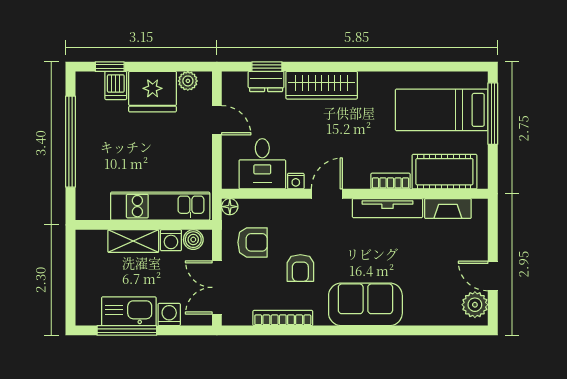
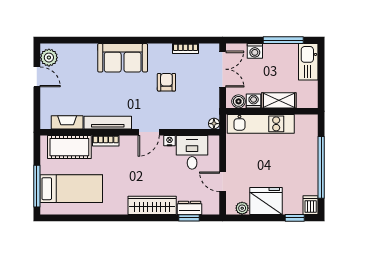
dishwasher: (116, 85) -> (311, 205), moved
armchair: (253, 242) -> (199, 99), removed
kitchen sink: (129, 311) -> (308, 62), moved, turned 90
bookcase: (283, 318) -> (185, 49), width x0.64

